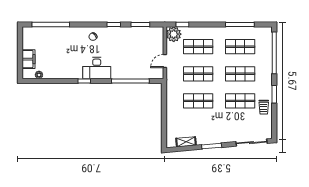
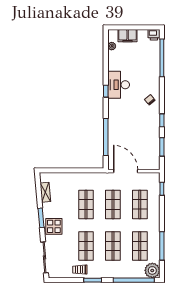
printer: (28, 32) -> (154, 35), added
plant: (174, 34) -> (152, 270), moved
door: (165, 61) -> (126, 171), width x1.88
desk: (97, 68) -> (119, 85), moved
display table: (220, 133) -> (54, 226), added

